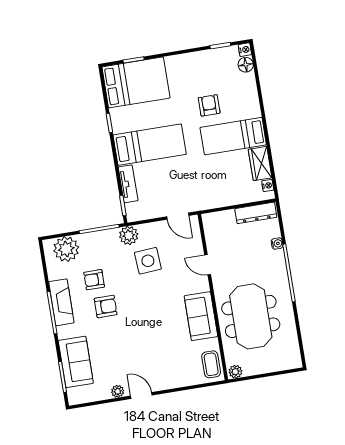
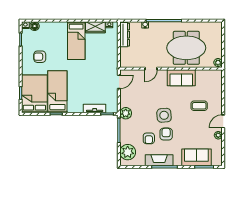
armchair: (209, 105) -> (40, 57), moved
bed: (150, 145) -> (57, 92), moved
side table: (148, 261) -> (164, 115), moved
coffee table: (211, 364) -> (199, 106), moved

